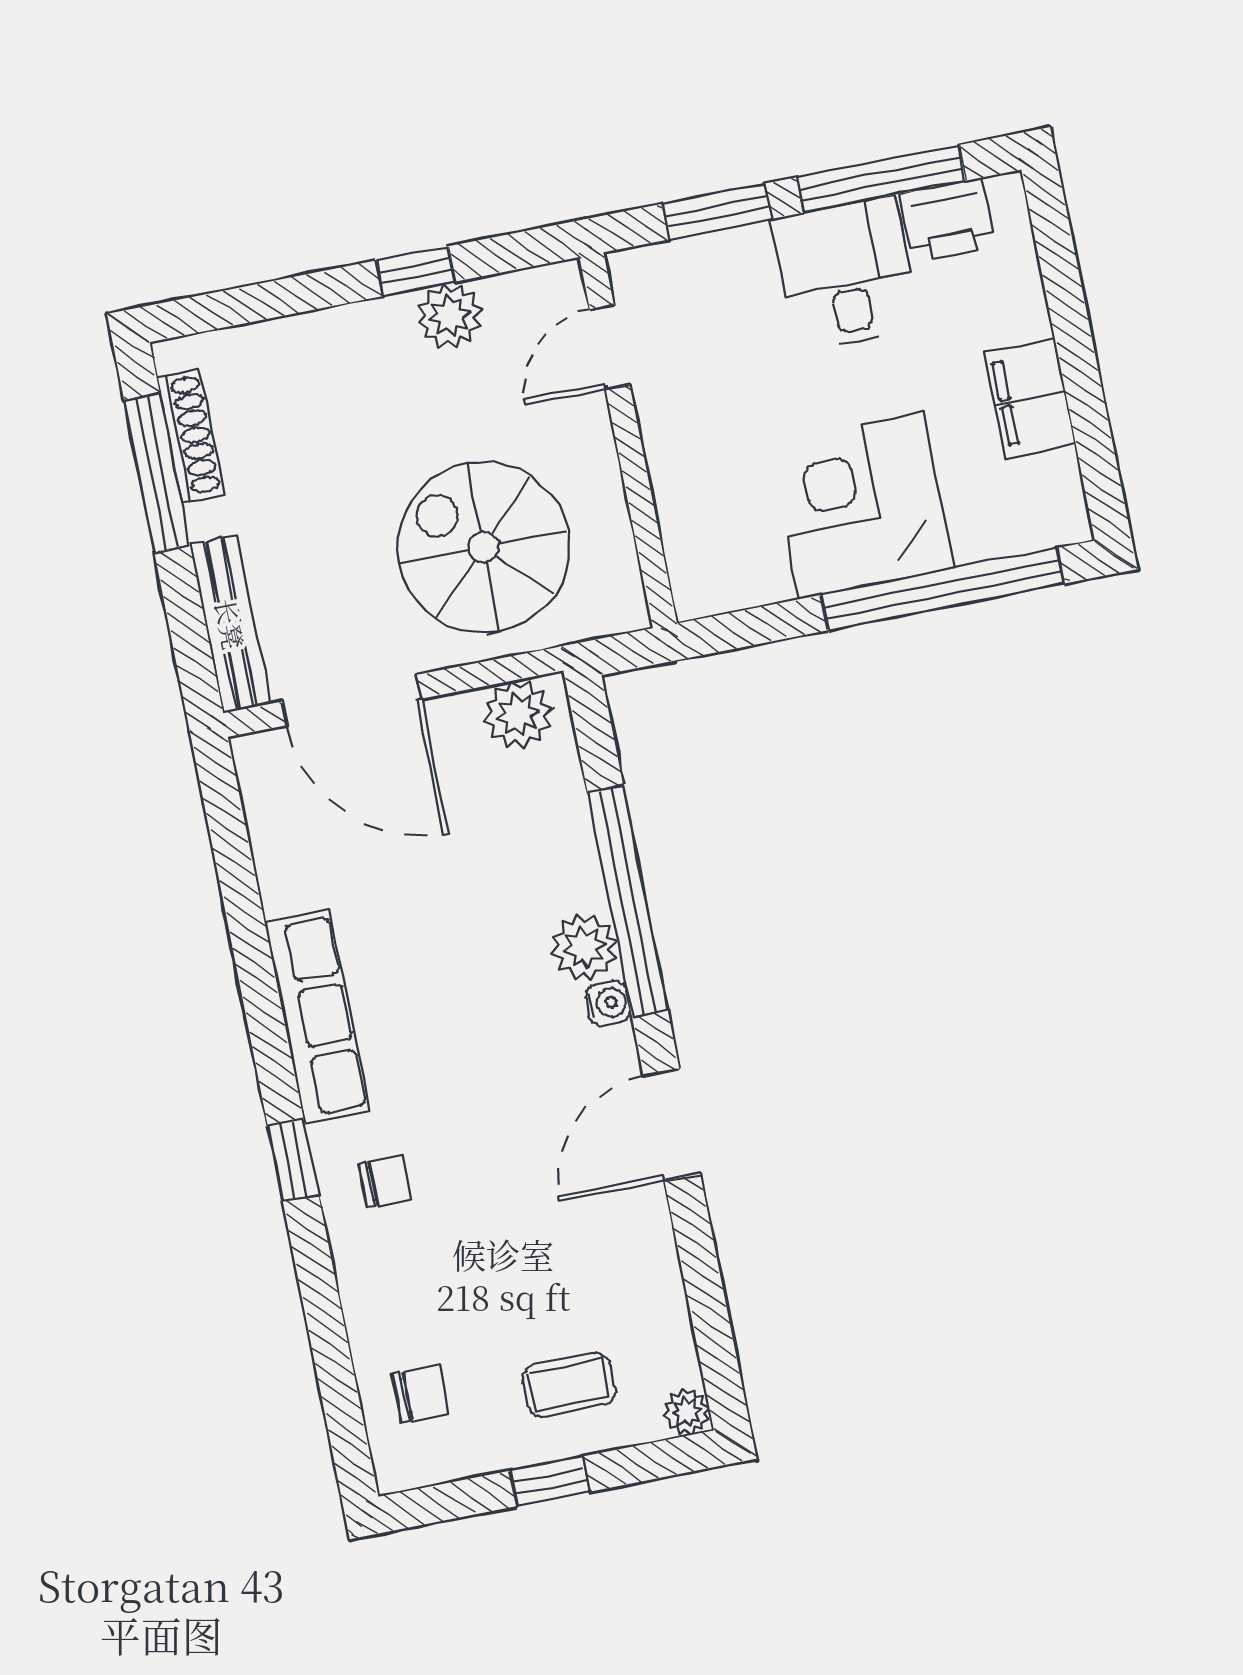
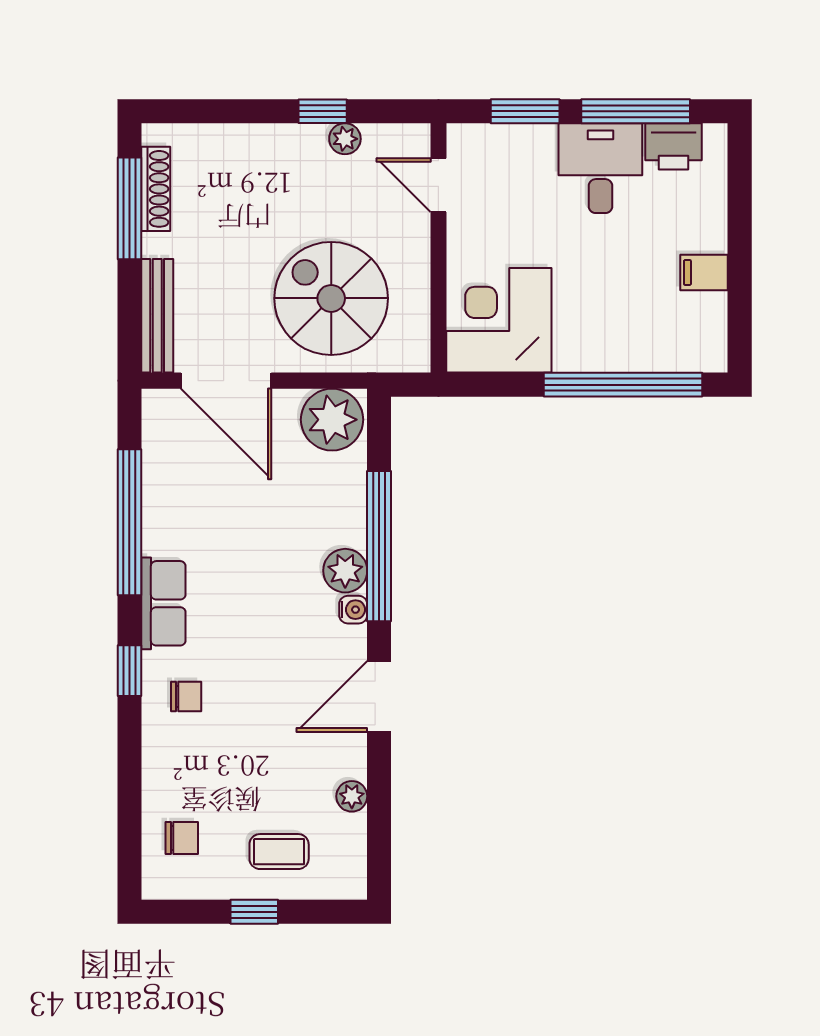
plant: (450, 316) -> (345, 139), width x0.73, depth x0.73
door: (610, 347) -> (438, 185), hinge flipped
filing cabinet: (1030, 399) -> (704, 272), width x0.50
corner desk: (861, 506) -> (499, 320), moved
plant: (518, 715) -> (332, 420), width x1.36, depth x1.36
window: (249, 939) -> (129, 522), added
row of seats: (317, 1017) -> (163, 603), width x0.68
plant: (687, 1412) -> (352, 796), moved

